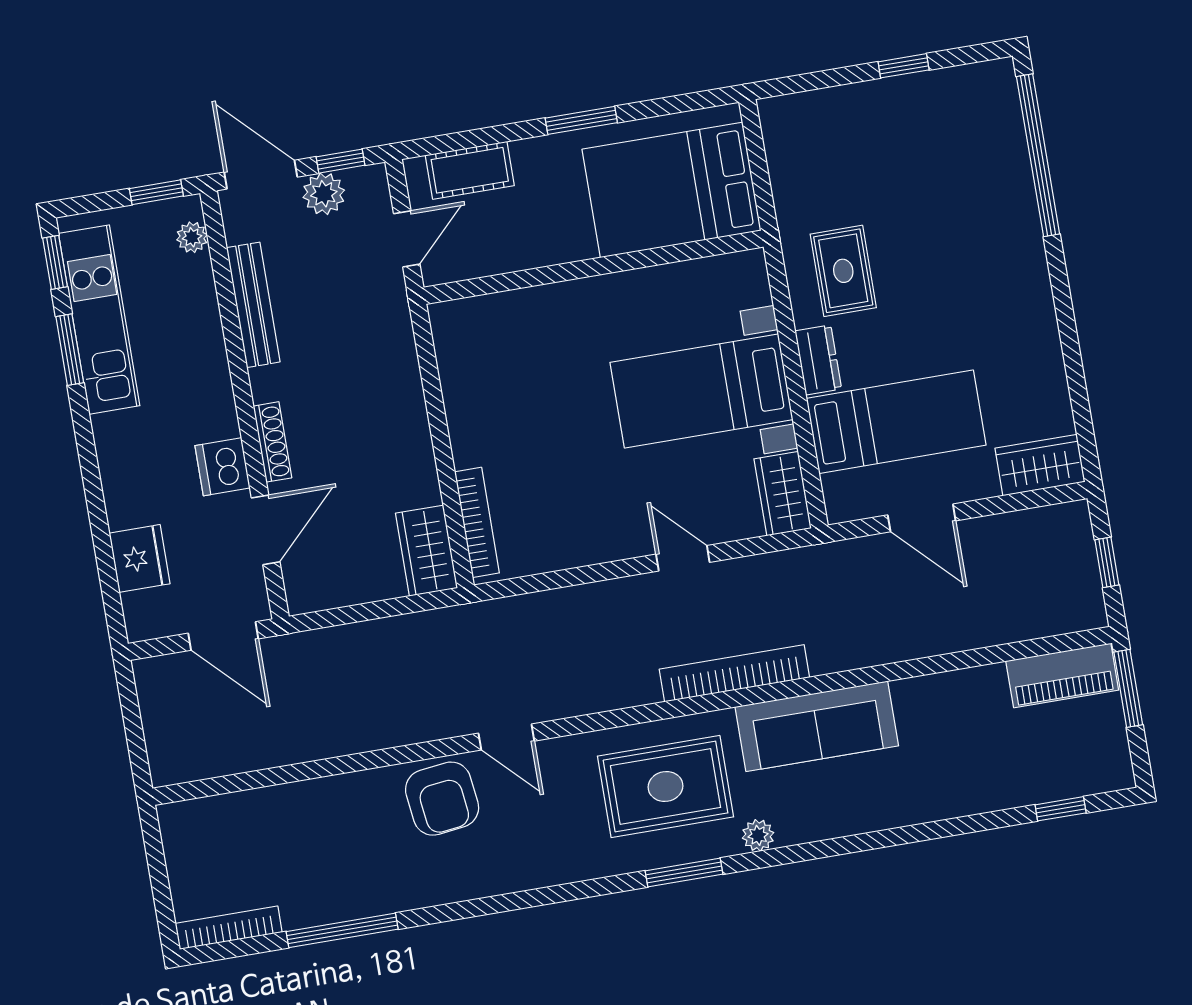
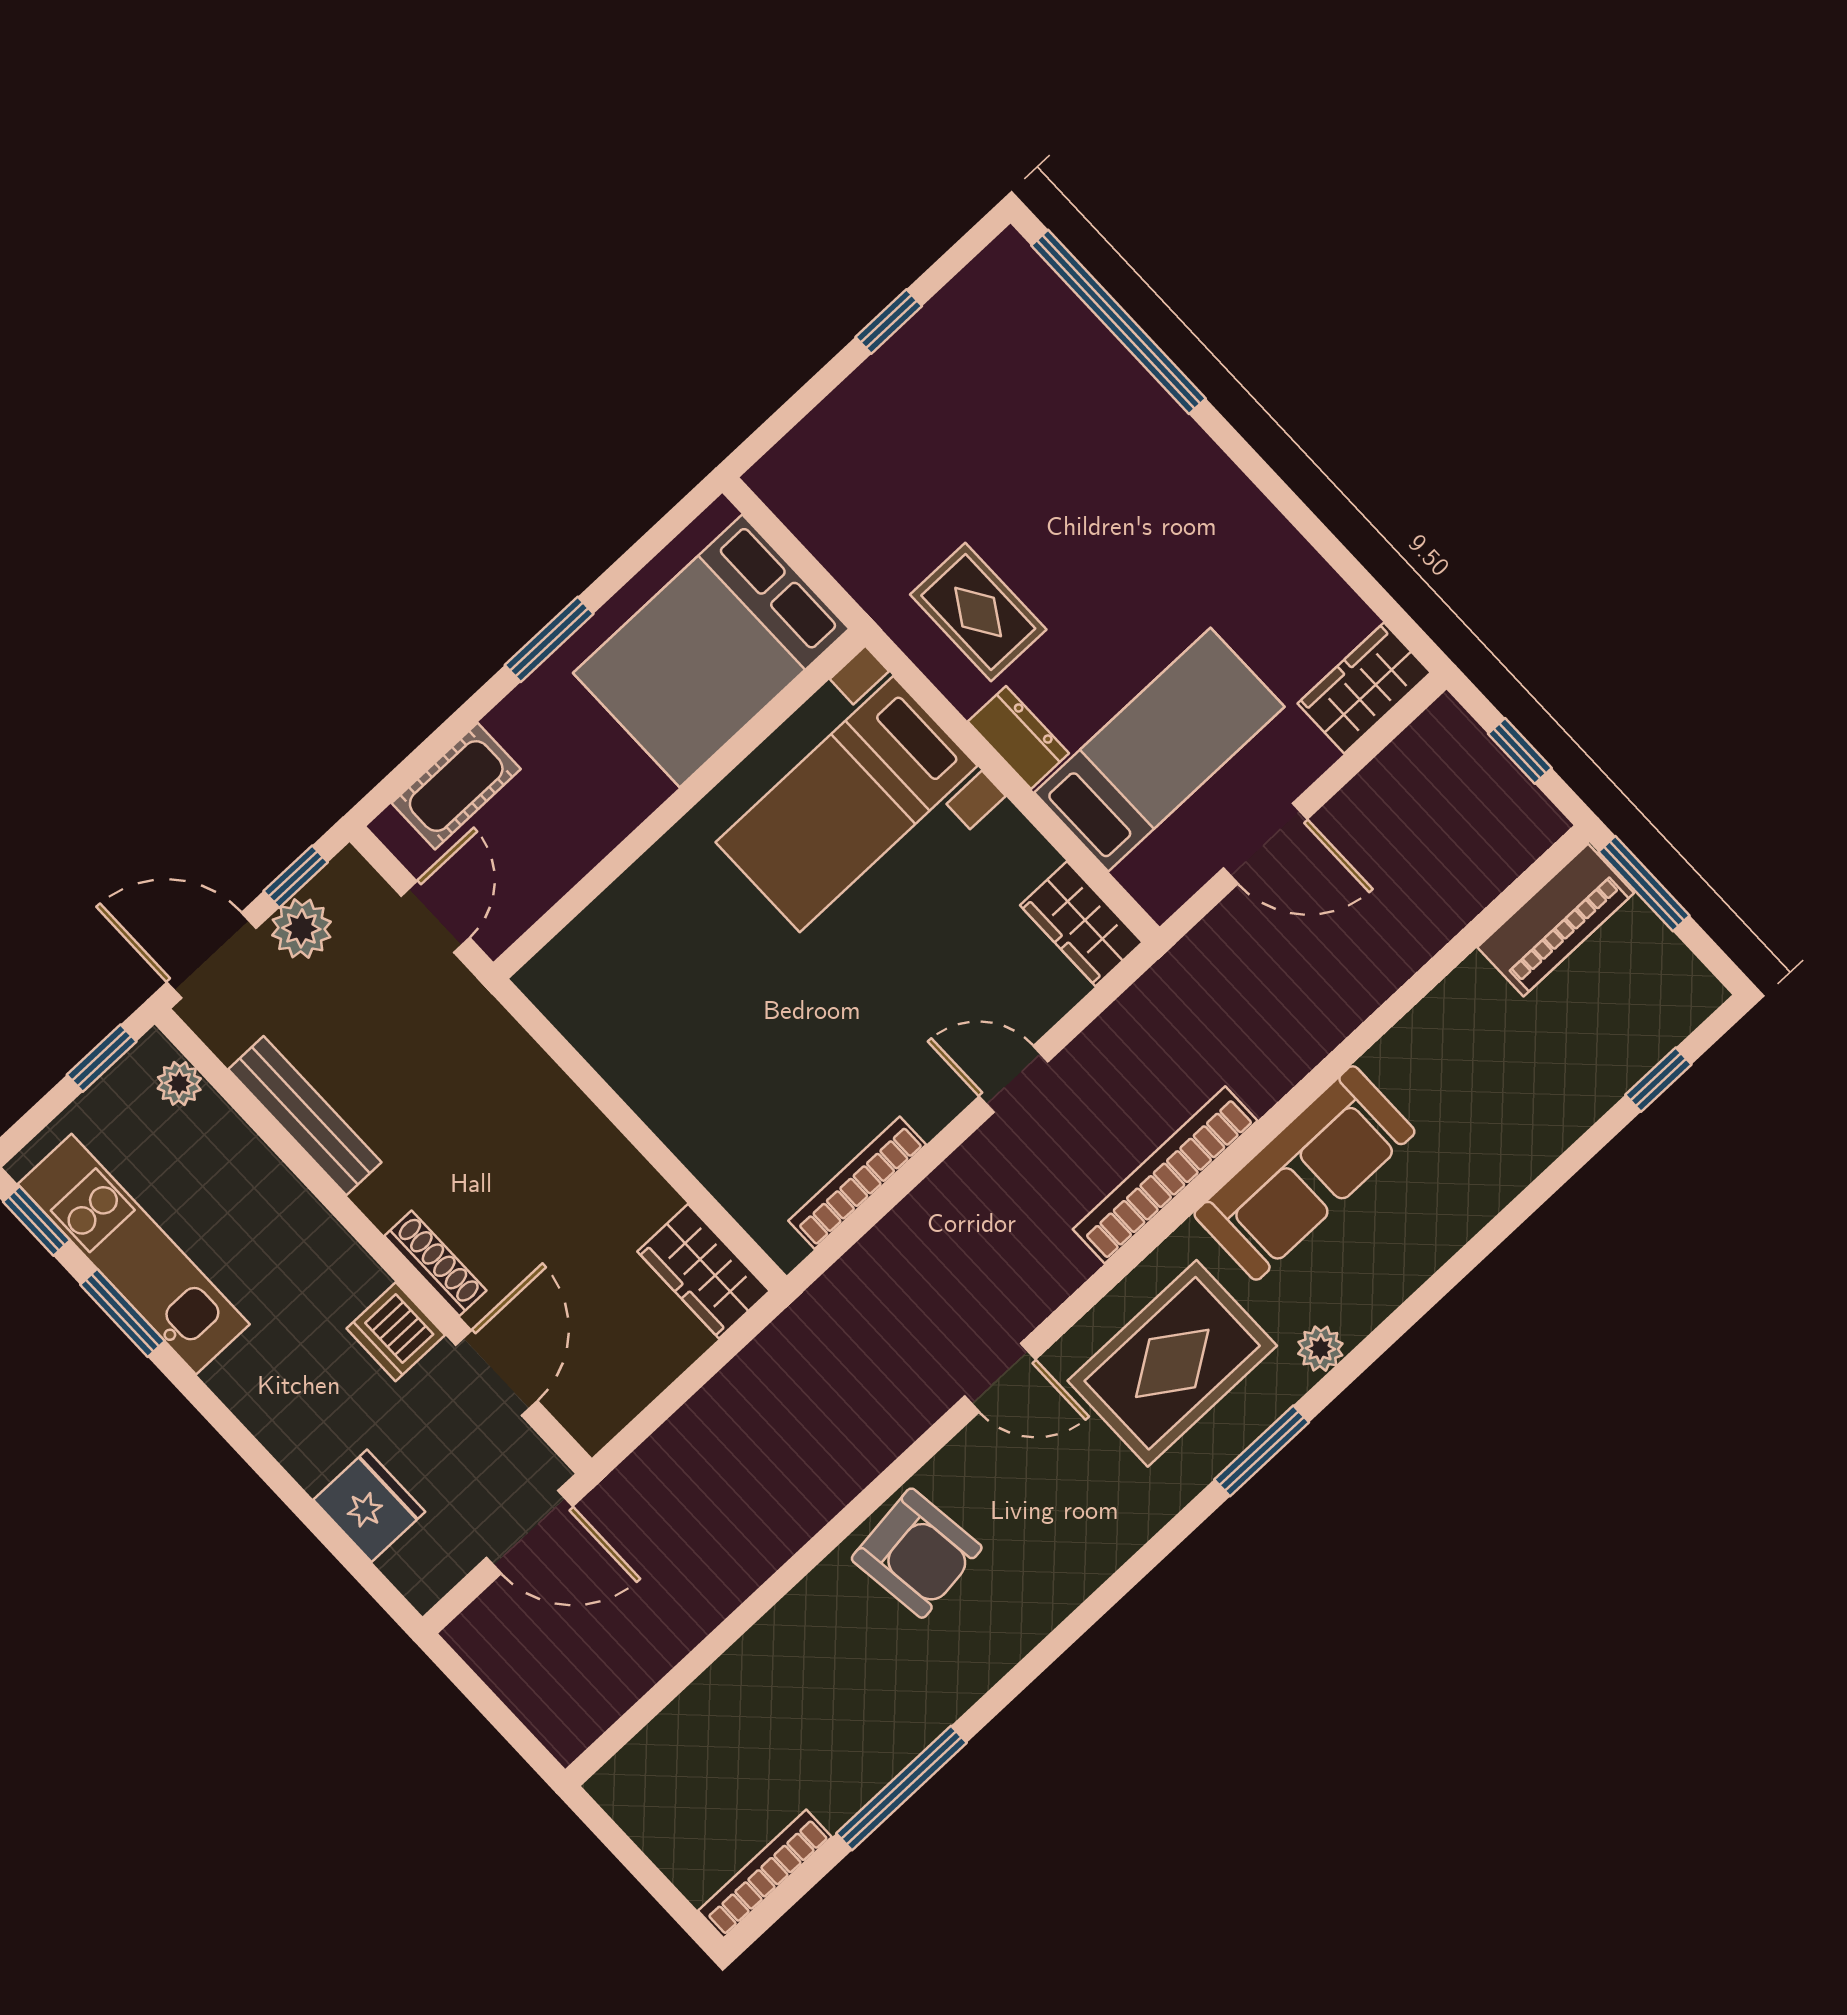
bed with nightstands: (701, 391) -> (847, 804), moved
bookcase: (477, 522) -> (857, 1183), moved, turned -90
door: (506, 737) -> (1000, 1378), moved

